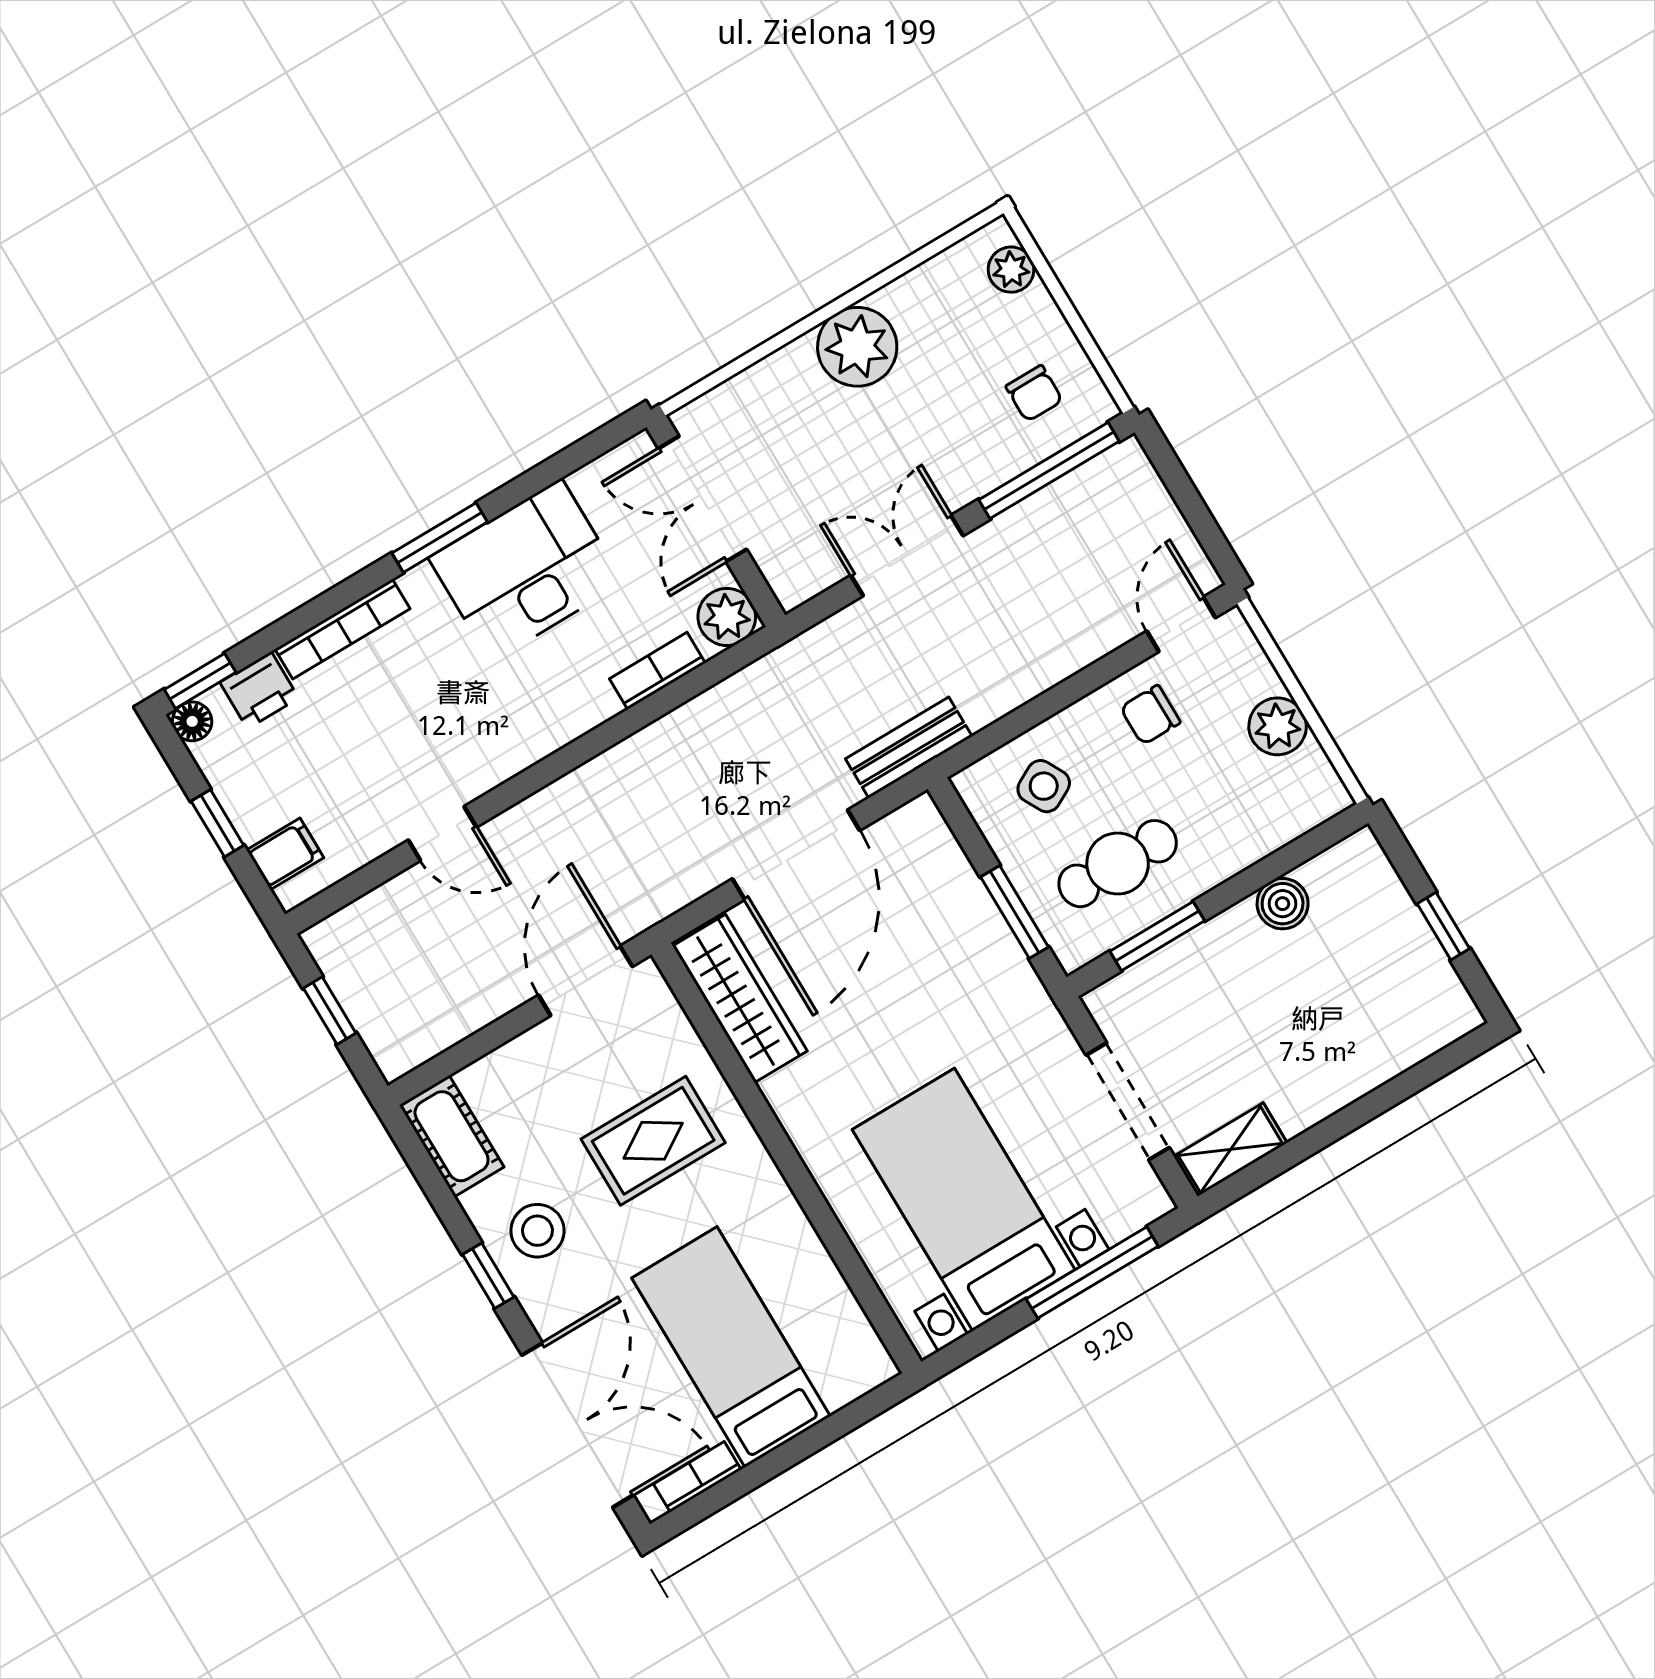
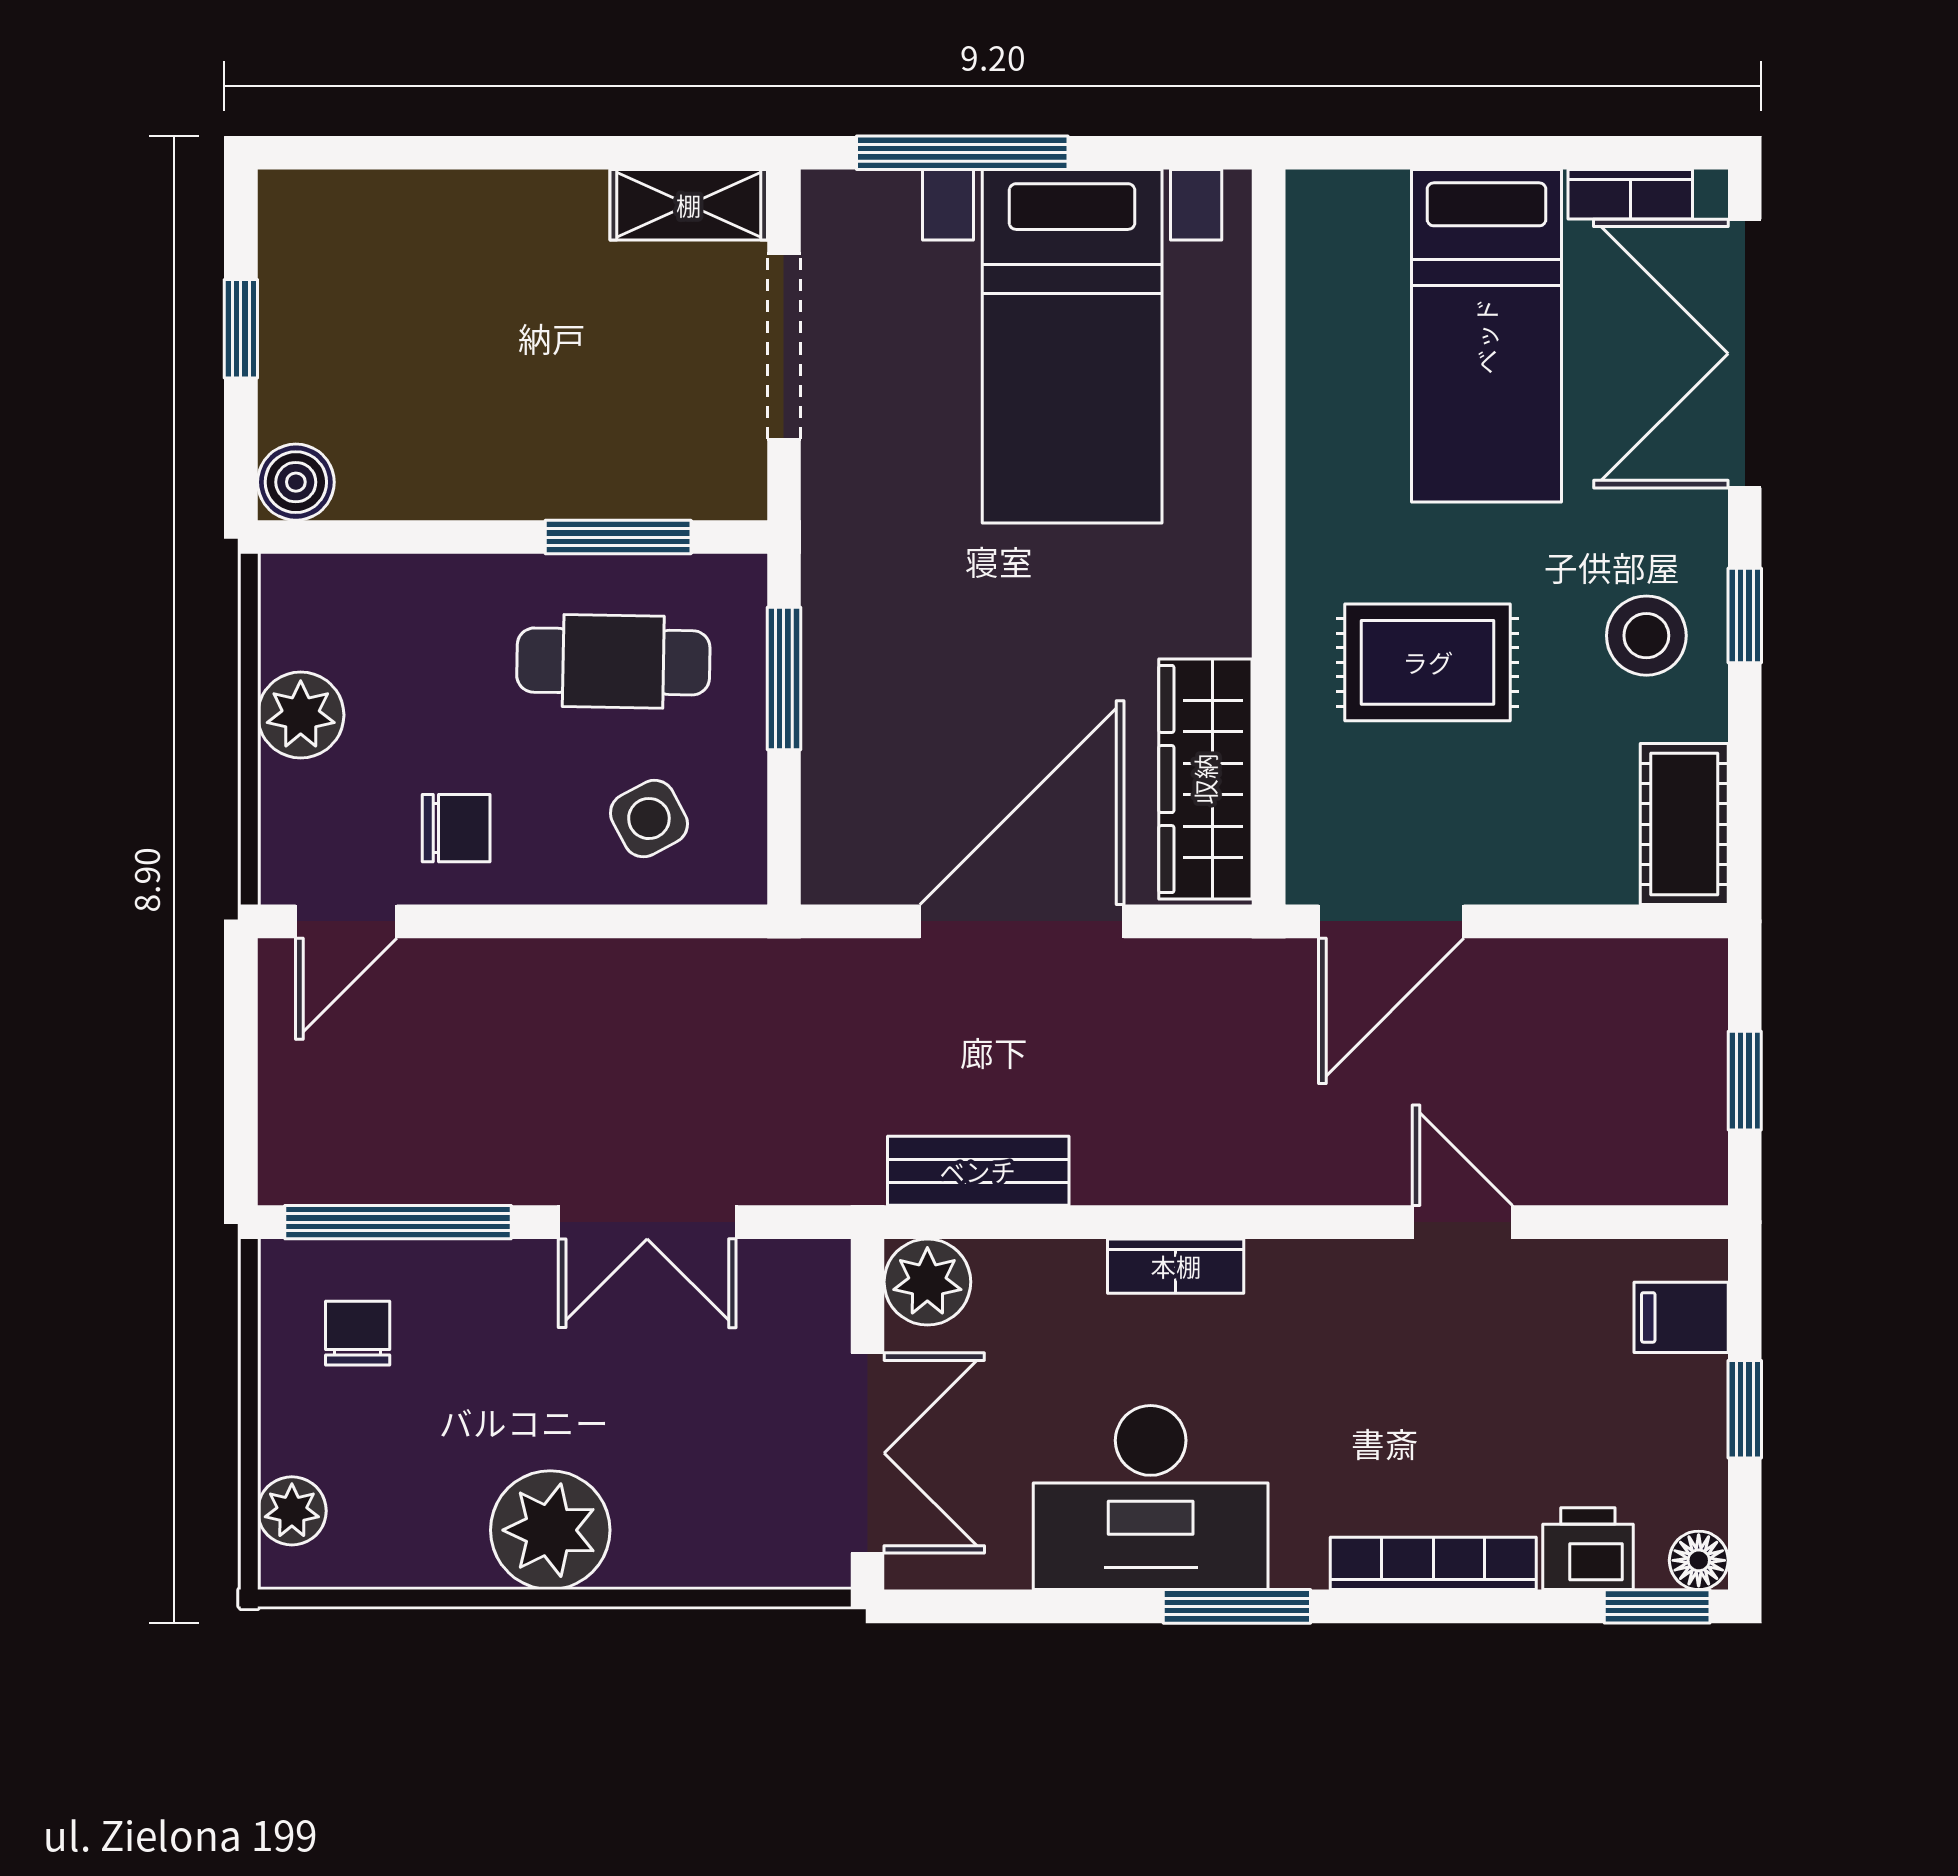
bookcase: (657, 671) -> (1176, 1266), moved
bench: (909, 748) -> (978, 1171), moved
boiler: (1283, 904) -> (296, 482), moved

